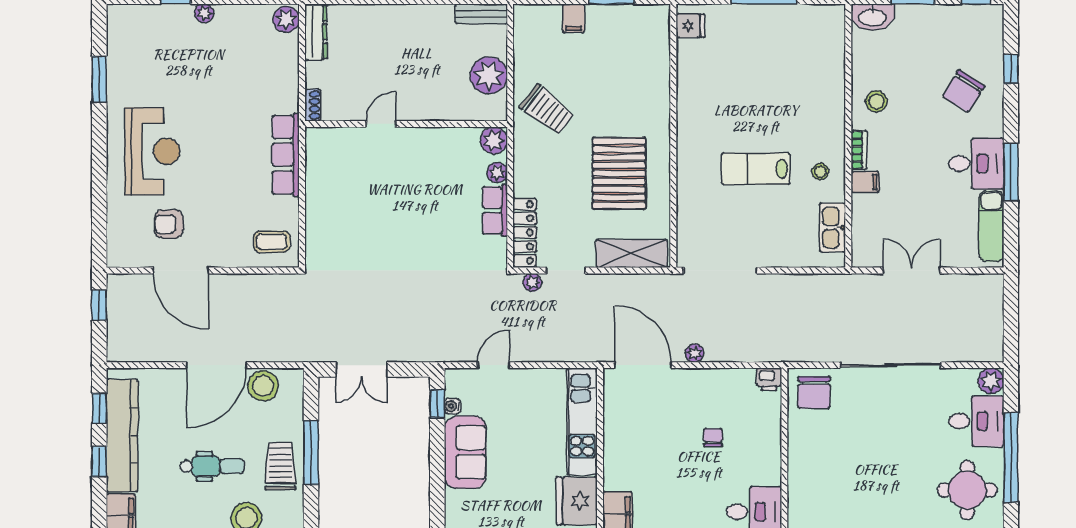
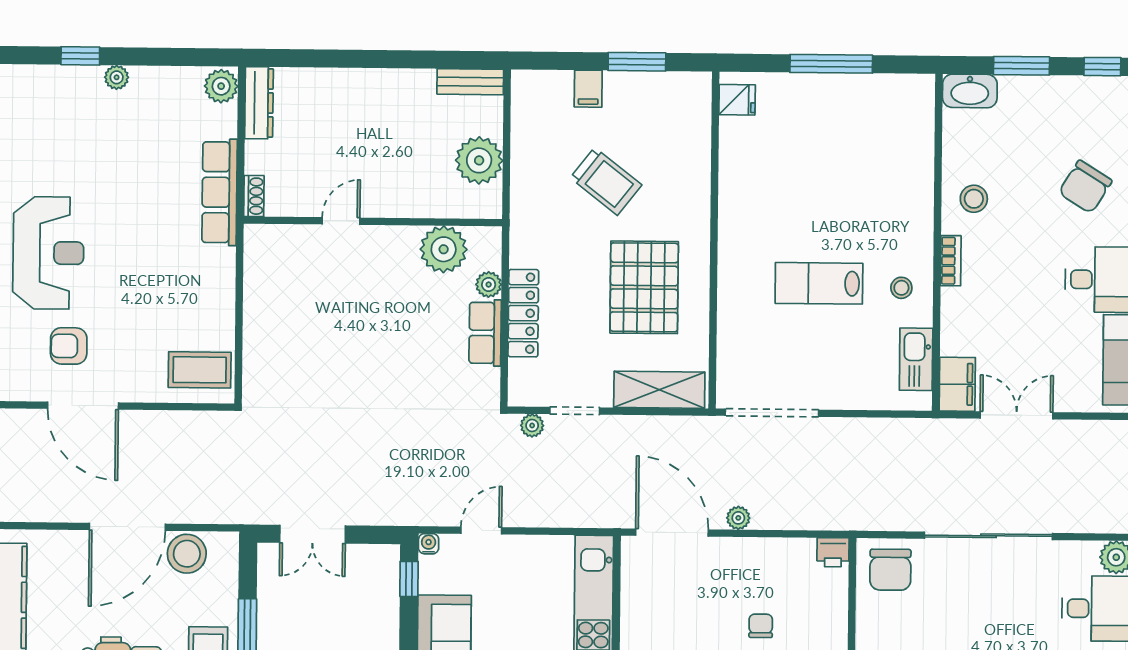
trolley: (547, 110) -> (606, 181), moved
plant: (494, 140) -> (444, 249), moved, width x1.36, depth x1.36
row of seats: (286, 155) -> (220, 192), moved
filing cabinet: (865, 182) -> (957, 384), moved, width x2.00
locker: (525, 232) -> (523, 313), moved
coffee table: (272, 242) -> (200, 370), width x1.36, depth x1.30
water cooler: (452, 406) -> (429, 544), moved, turned 90

